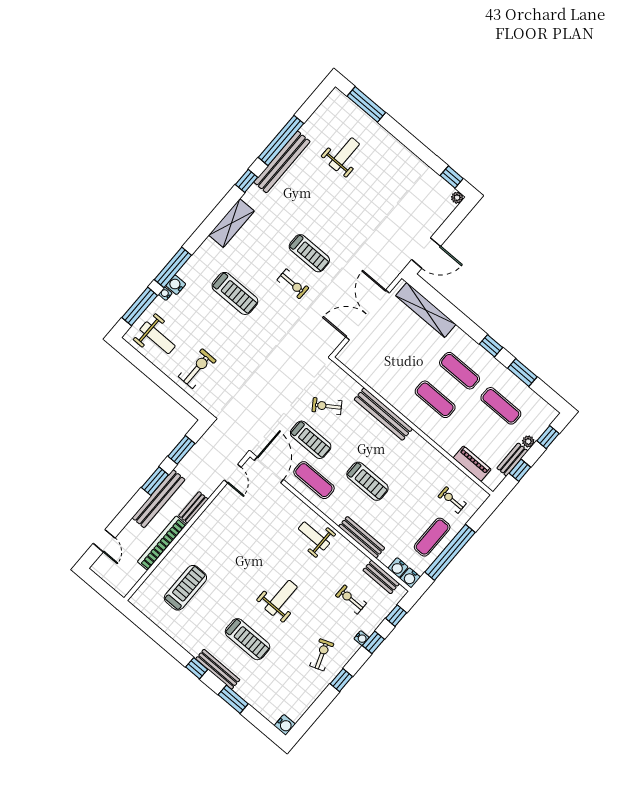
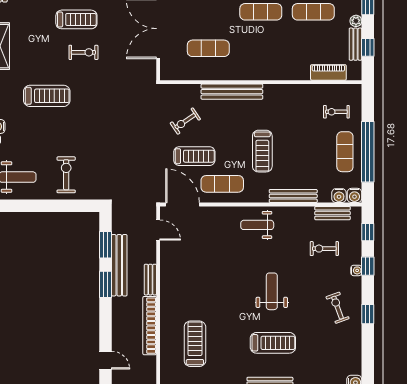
exercise mat: (435, 399) -> (208, 48), moved
treadmill: (367, 481) -> (262, 151), turned 90
bench: (159, 499) -> (119, 265), moved

